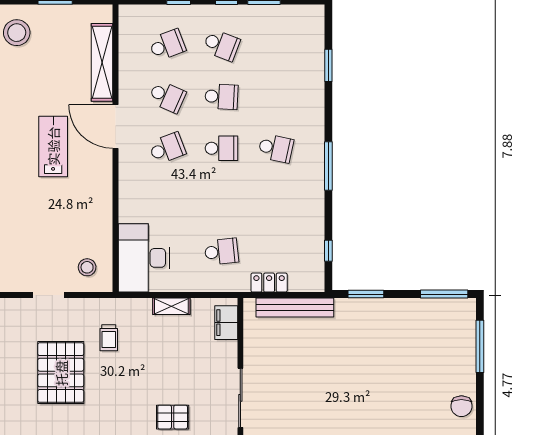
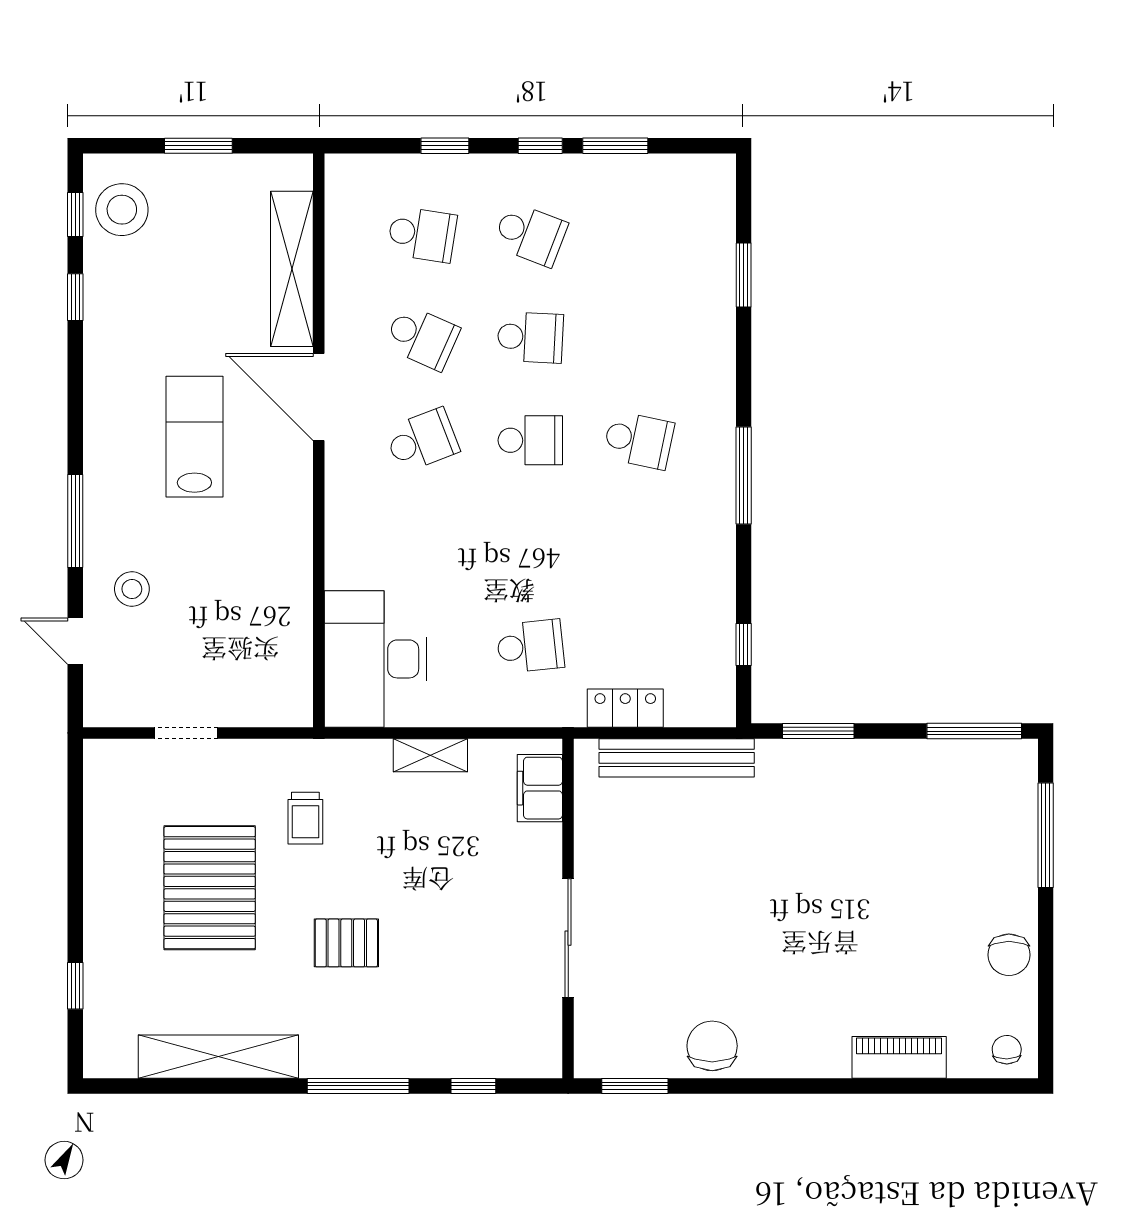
school desk: (167, 45) -> (422, 234), turned 30
stool: (87, 267) -> (132, 589), moved
pallet: (173, 417) -> (346, 943), moved

